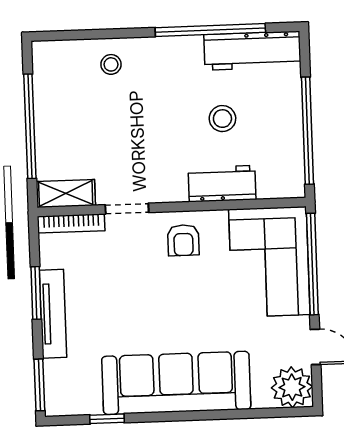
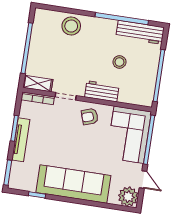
stool: (111, 64) -> (71, 26), width x1.89, depth x1.89
workbench: (222, 184) -> (102, 91), moved
armchair: (183, 240) -> (90, 117), turned 71

